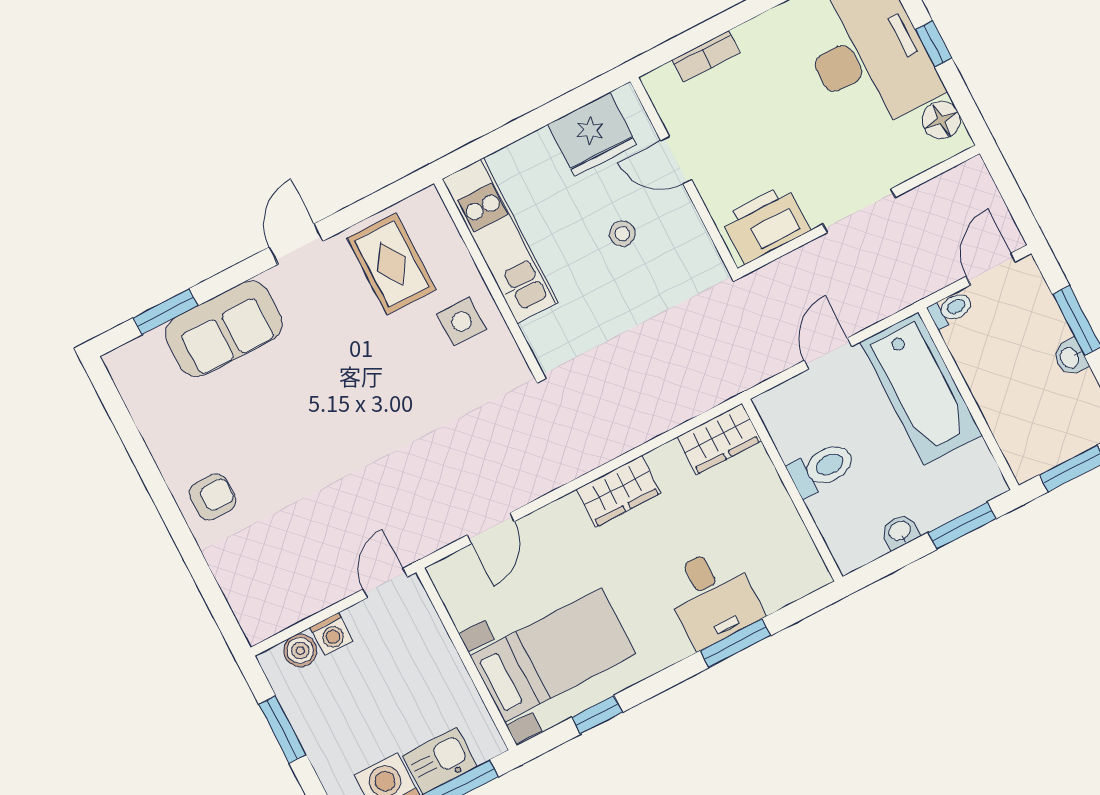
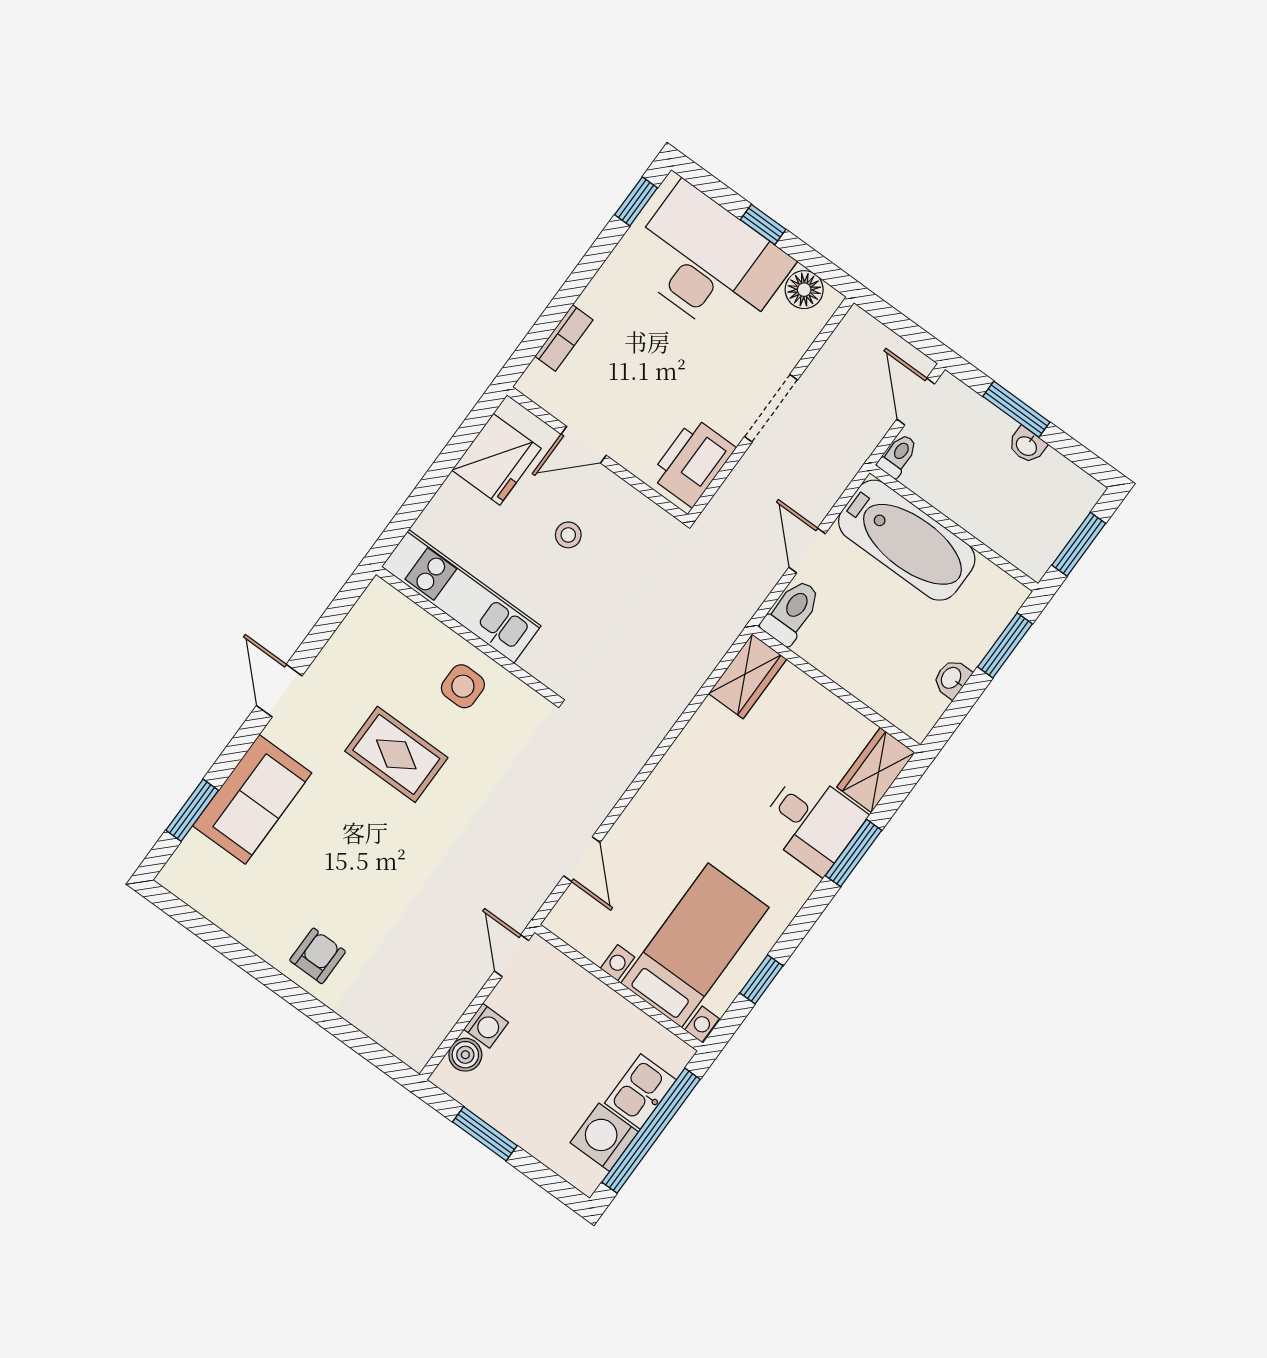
rug: (392, 264) -> (396, 754), moved
toilet: (822, 469) -> (792, 612), moved
wardrobe: (618, 491) -> (876, 770), moved, turned 180

